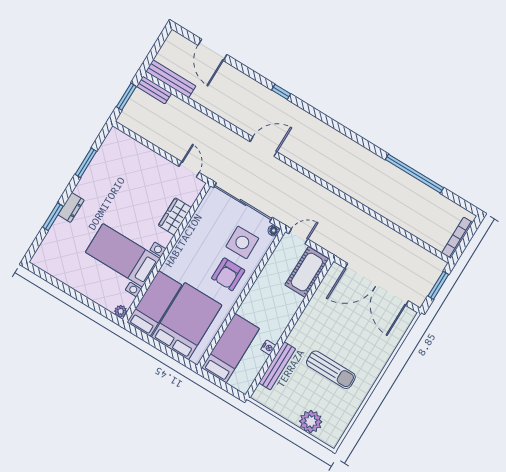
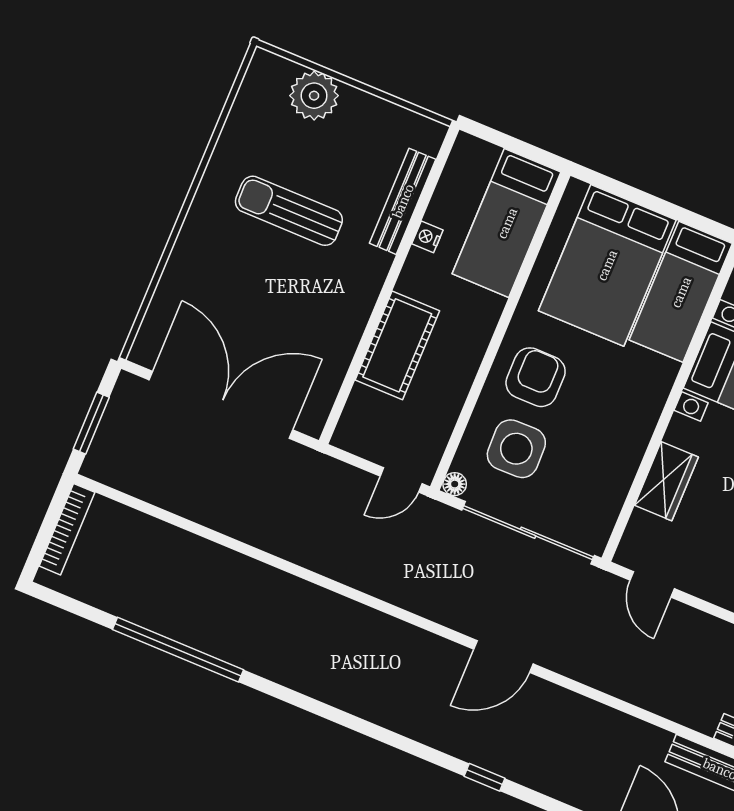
cot: (307, 272) -> (397, 345), moved

